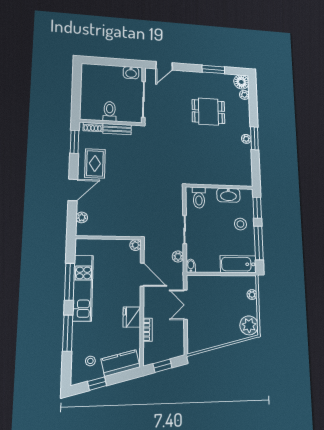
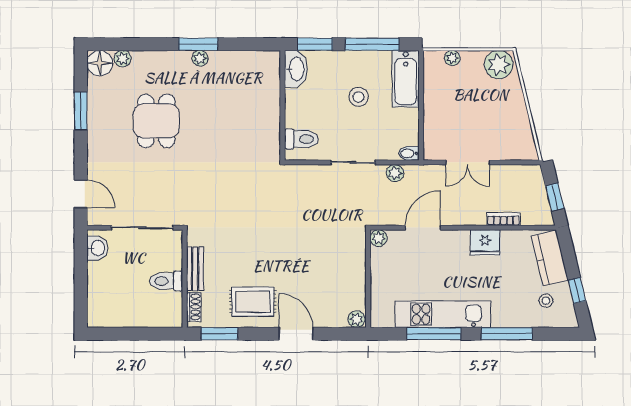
washbasin: (228, 195) -> (296, 69), moved
plant: (82, 217) -> (356, 319), moved
stool: (240, 224) -> (359, 97), moved

